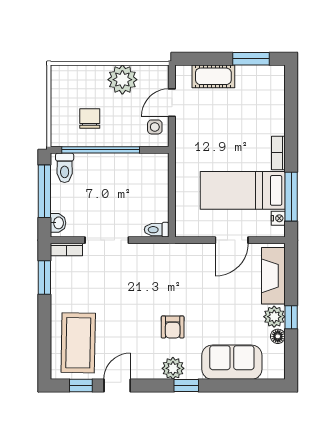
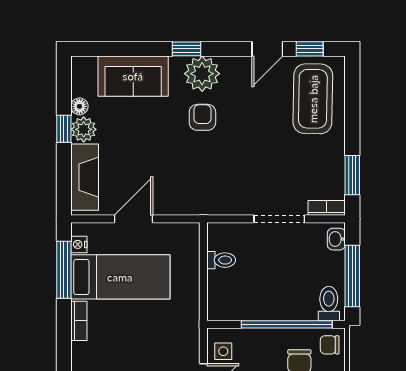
chair: (64, 132) -> (330, 345), added
toilet: (157, 230) -> (221, 260), moved
plant: (173, 368) -> (202, 74), width x1.36, depth x1.36

